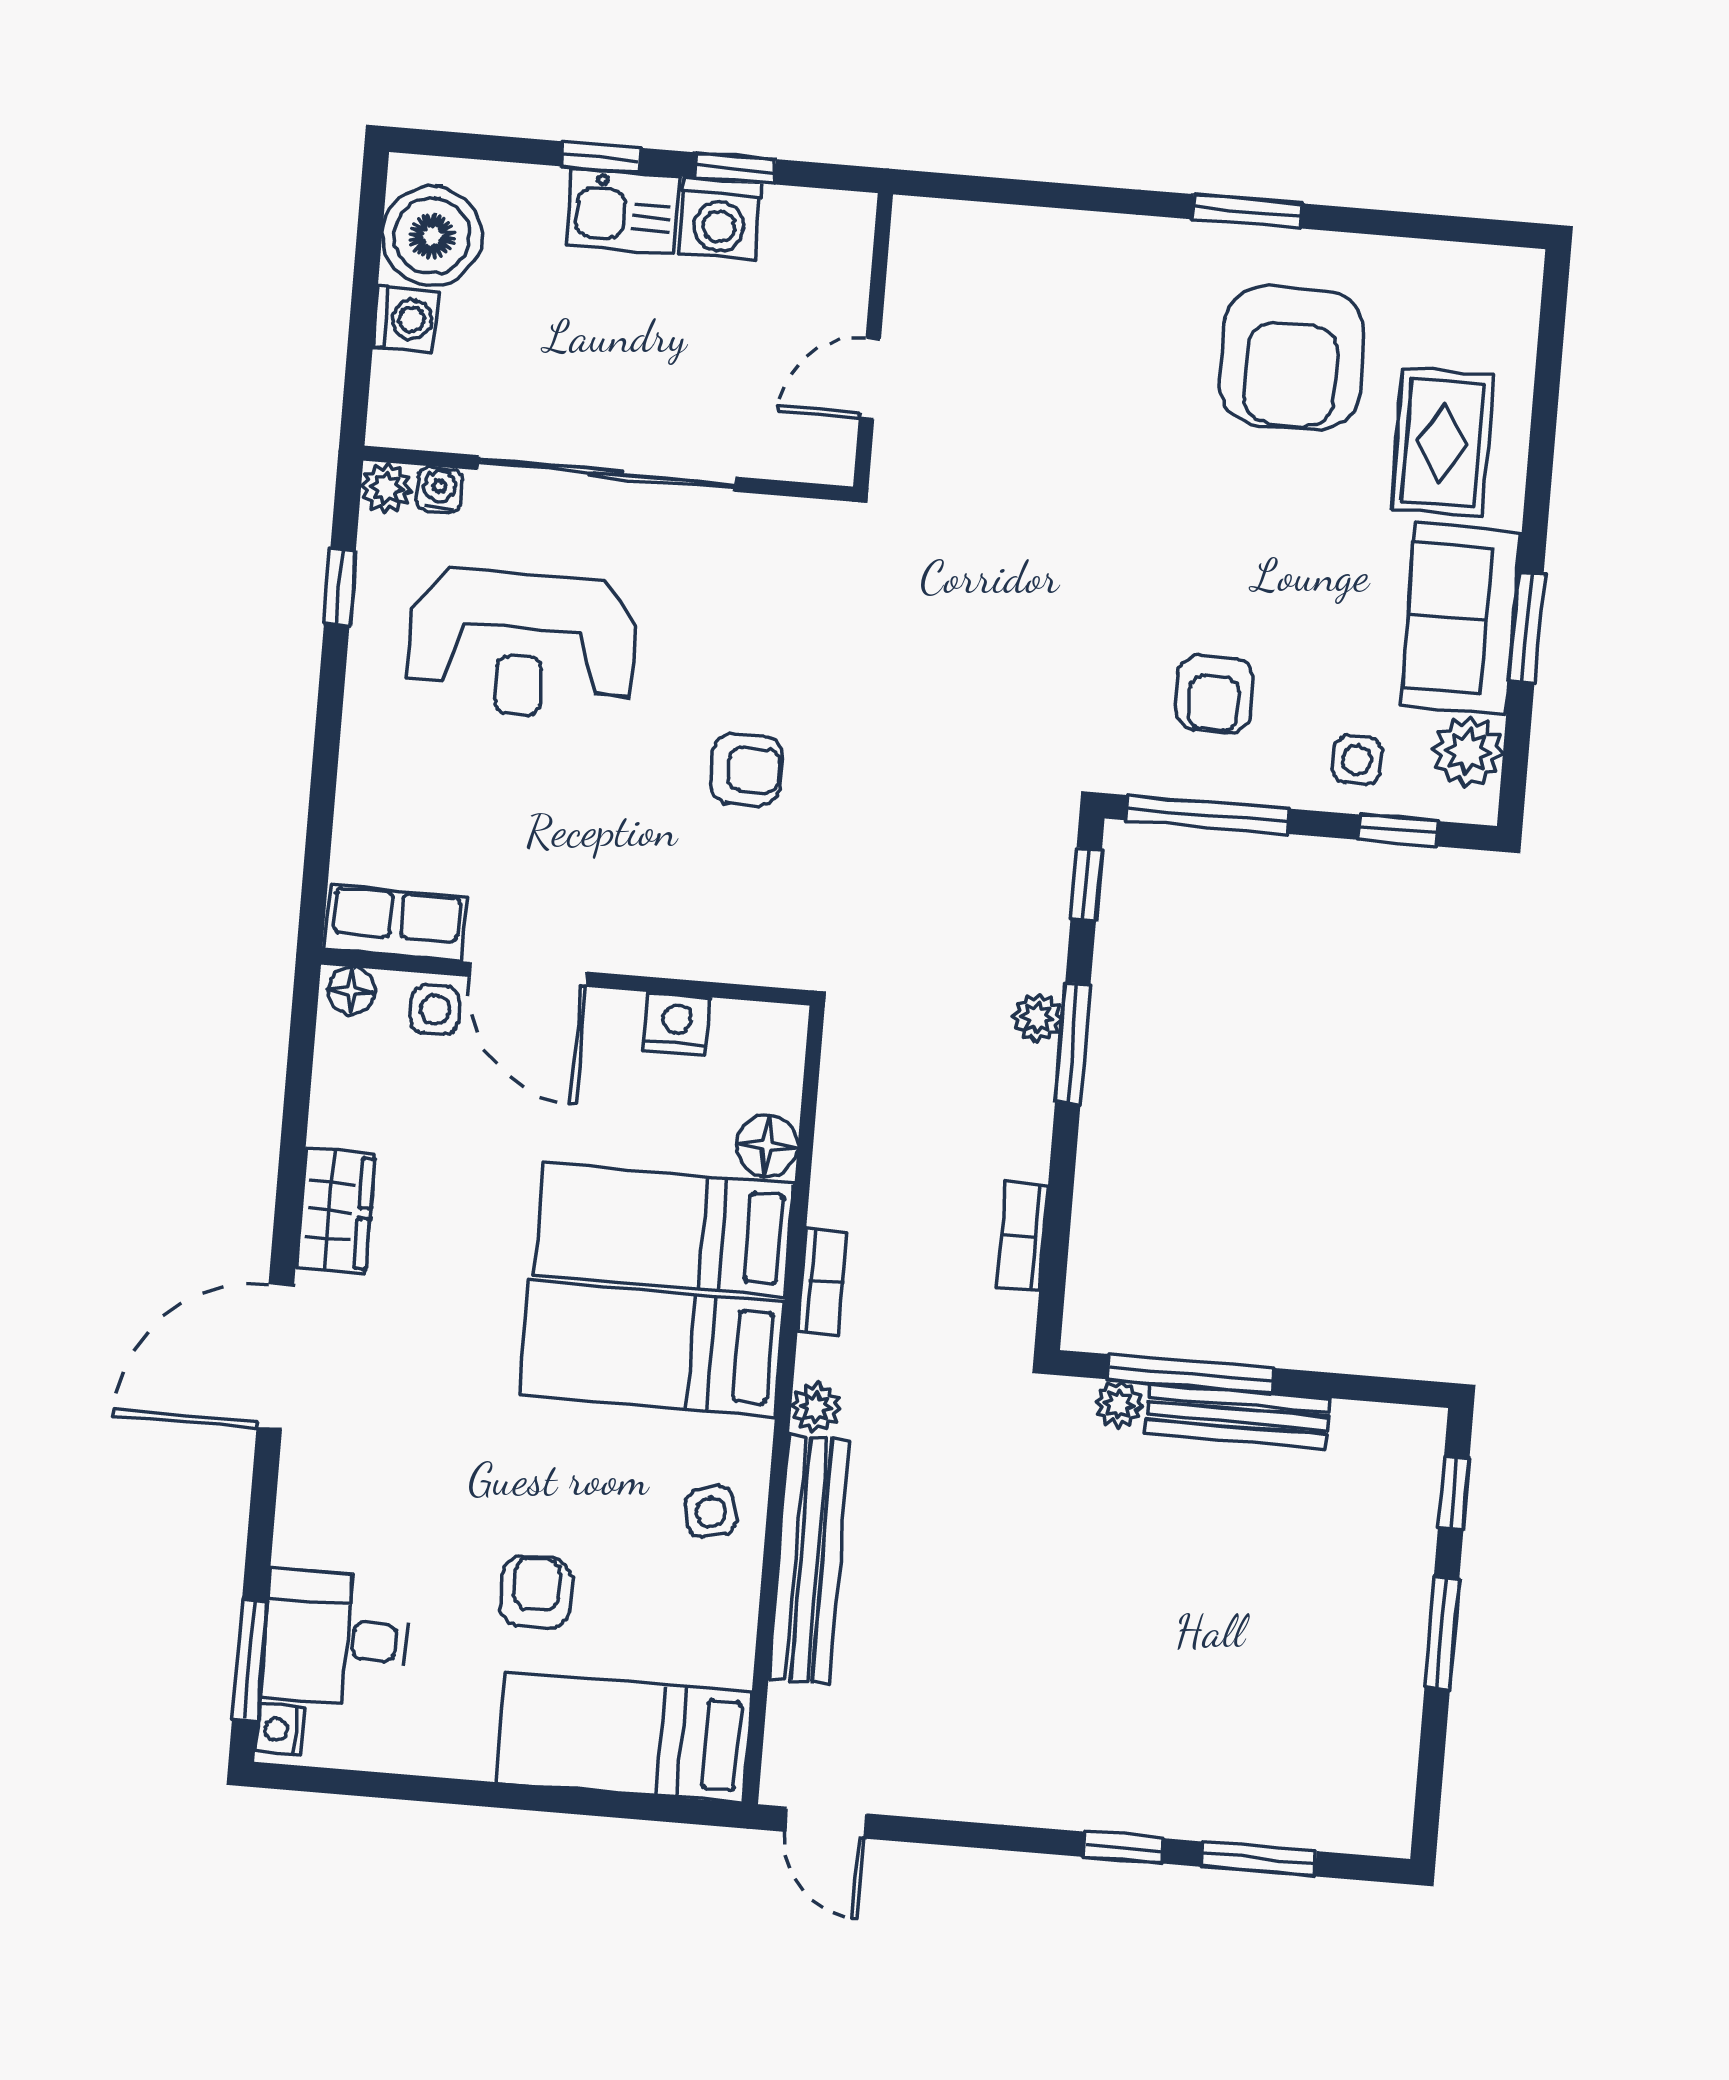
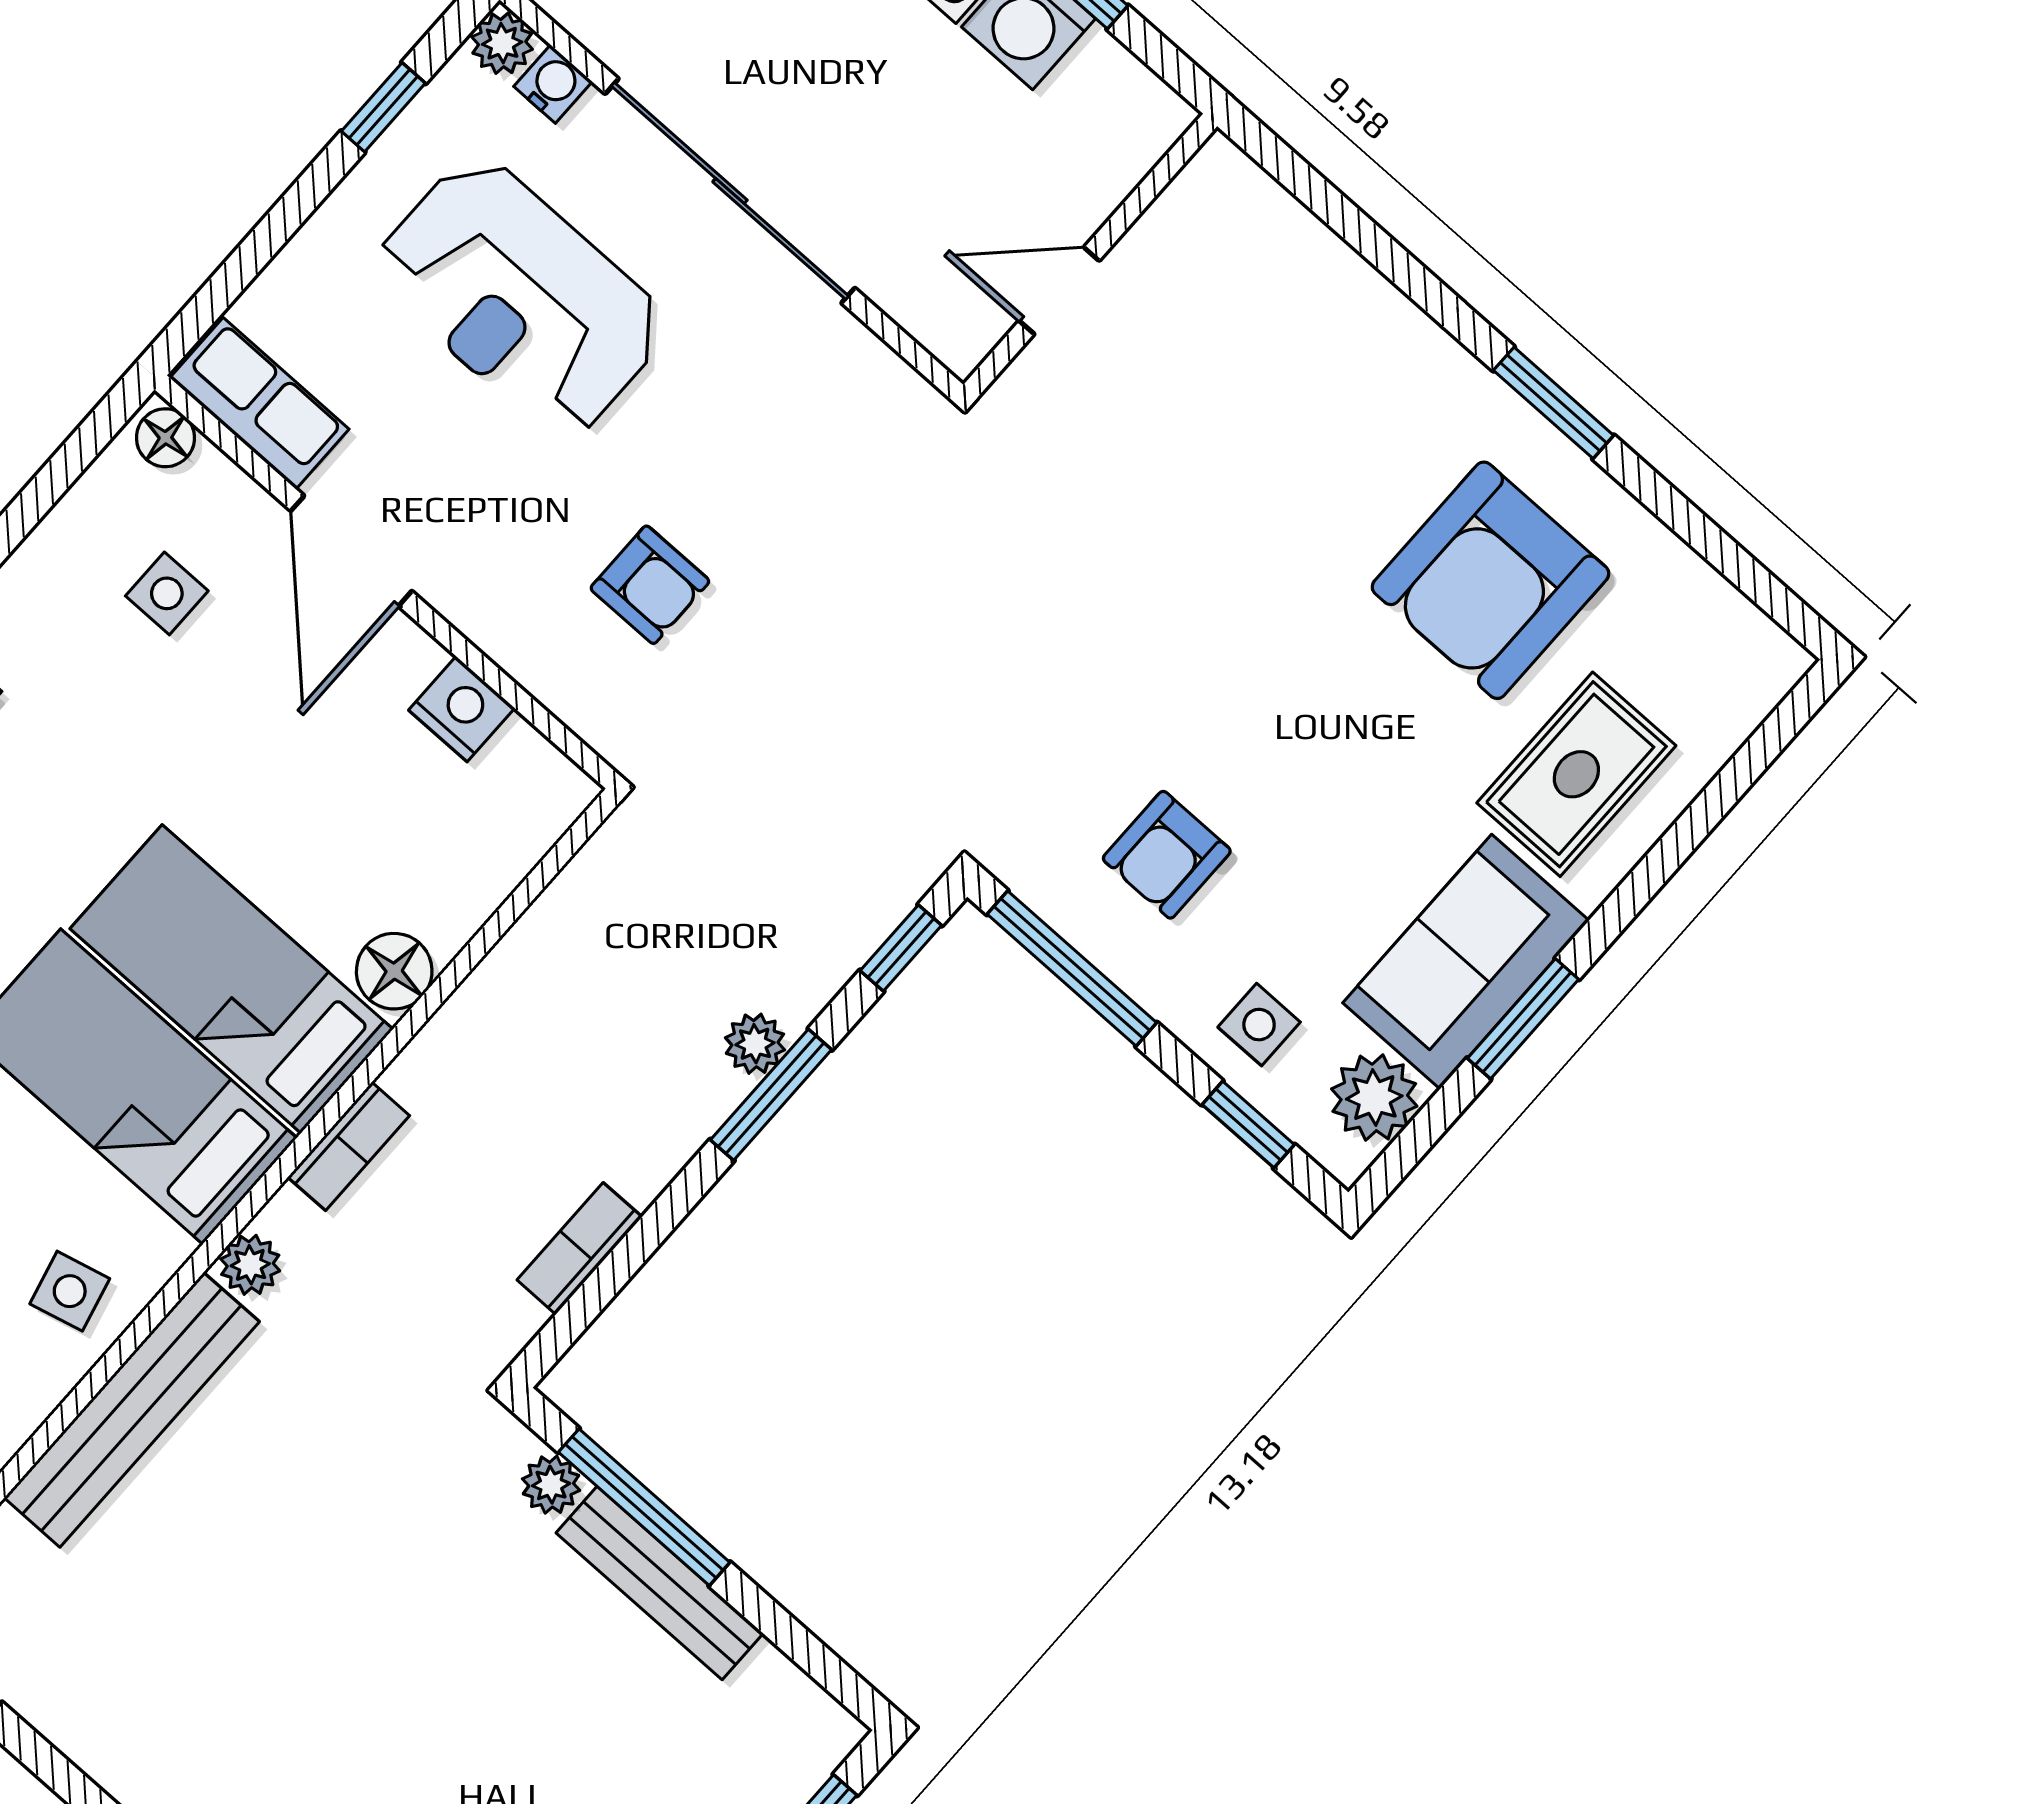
row of seats: (396, 923) -> (259, 403), moved
door: (528, 974) -> (351, 551), moved
wall: (566, 977) -> (386, 582), moved
floor lamp: (352, 991) -> (165, 438), moved
nightstand: (677, 1024) -> (462, 709), moved

